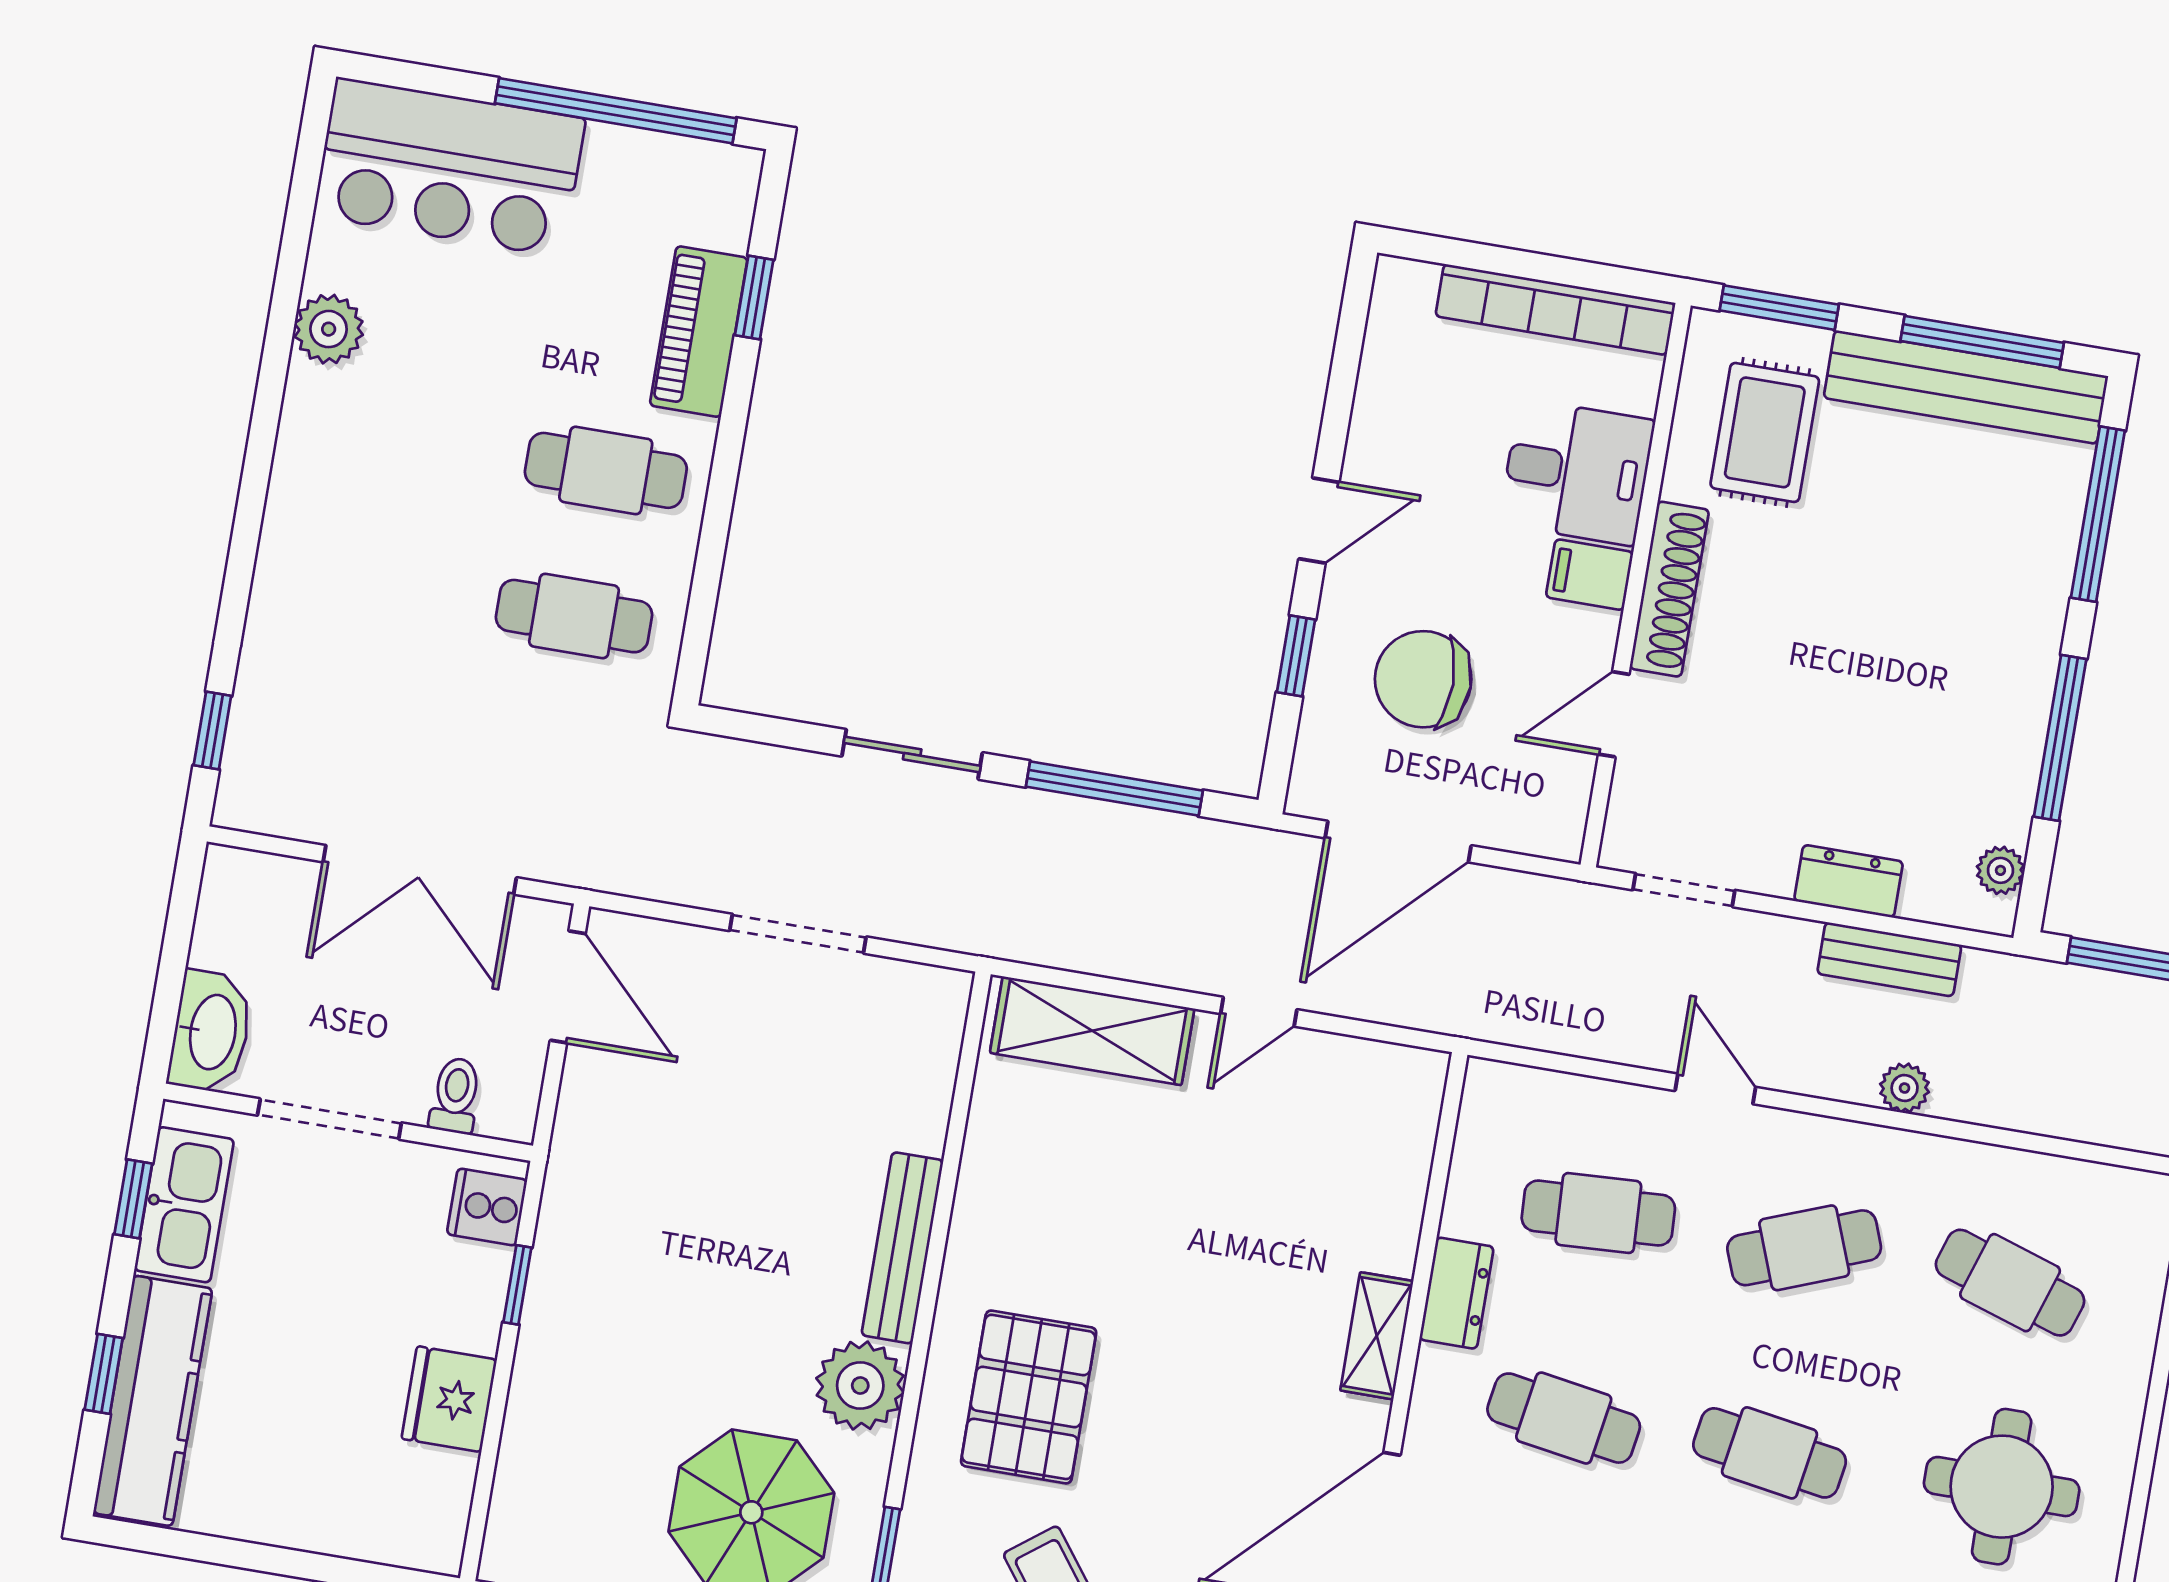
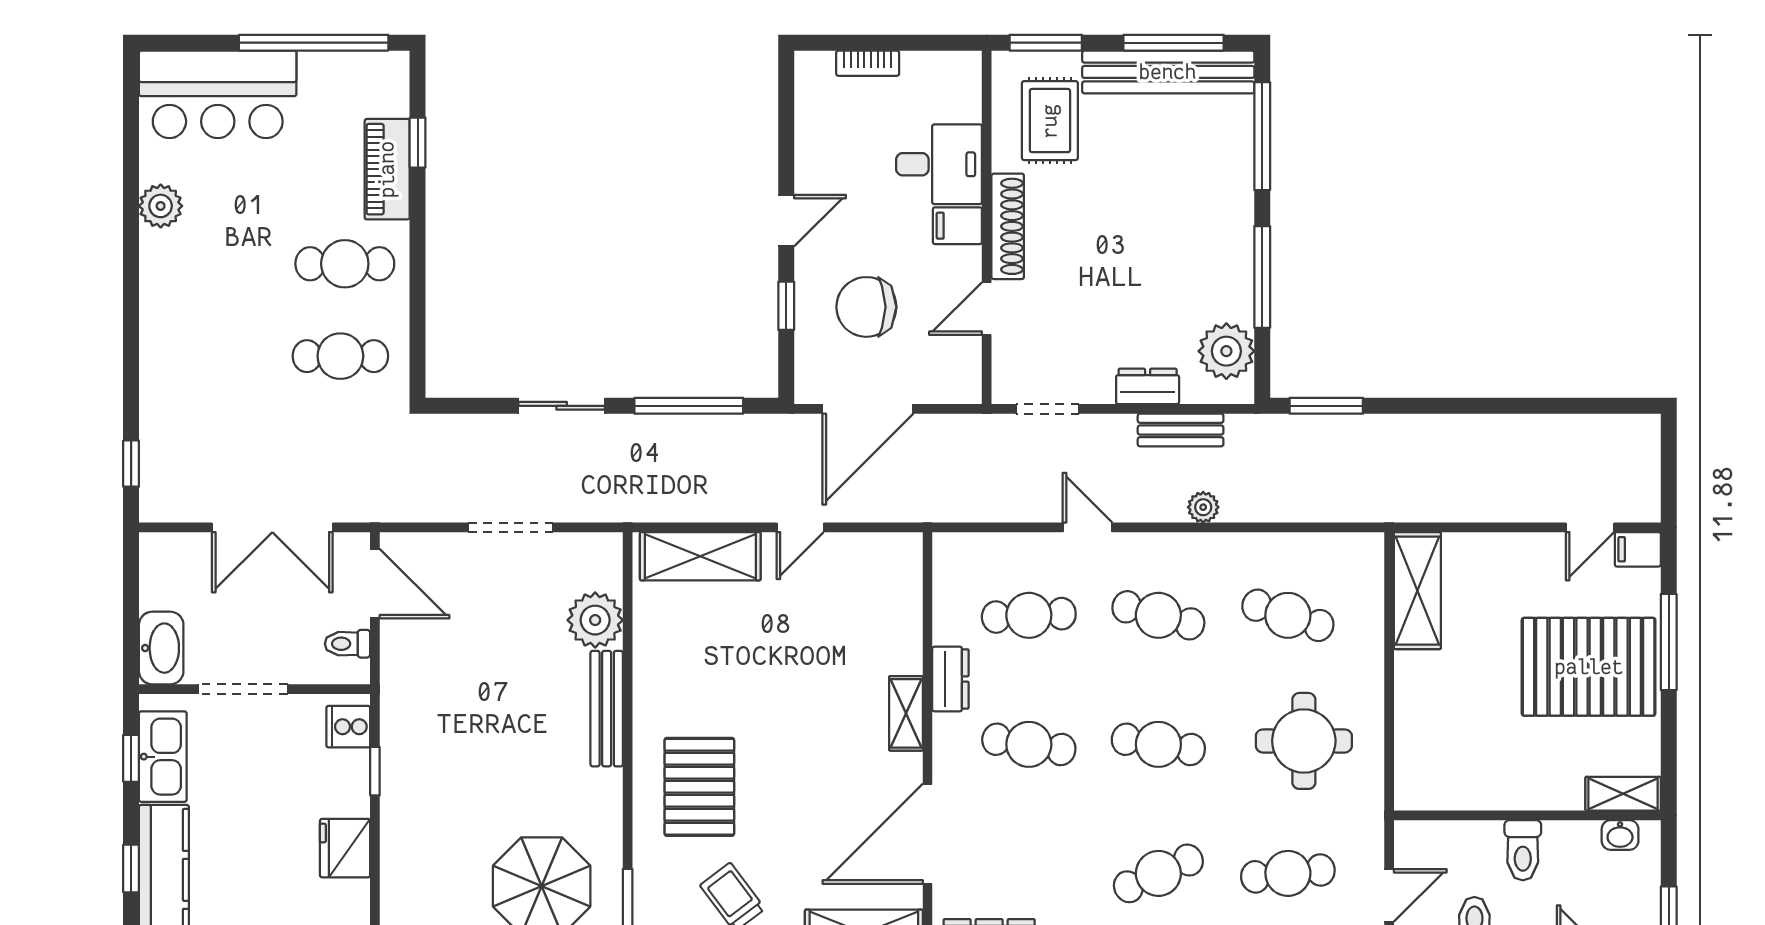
bookcase: (1555, 310) -> (868, 63), width x0.43, depth x0.76
plant: (2000, 870) -> (1226, 351), width x1.87, depth x1.87
toilet: (455, 1095) -> (348, 644), moved, turned -90
cafe table: (1804, 1248) -> (1158, 615), turned 36
plant: (860, 1385) -> (595, 620), moved

